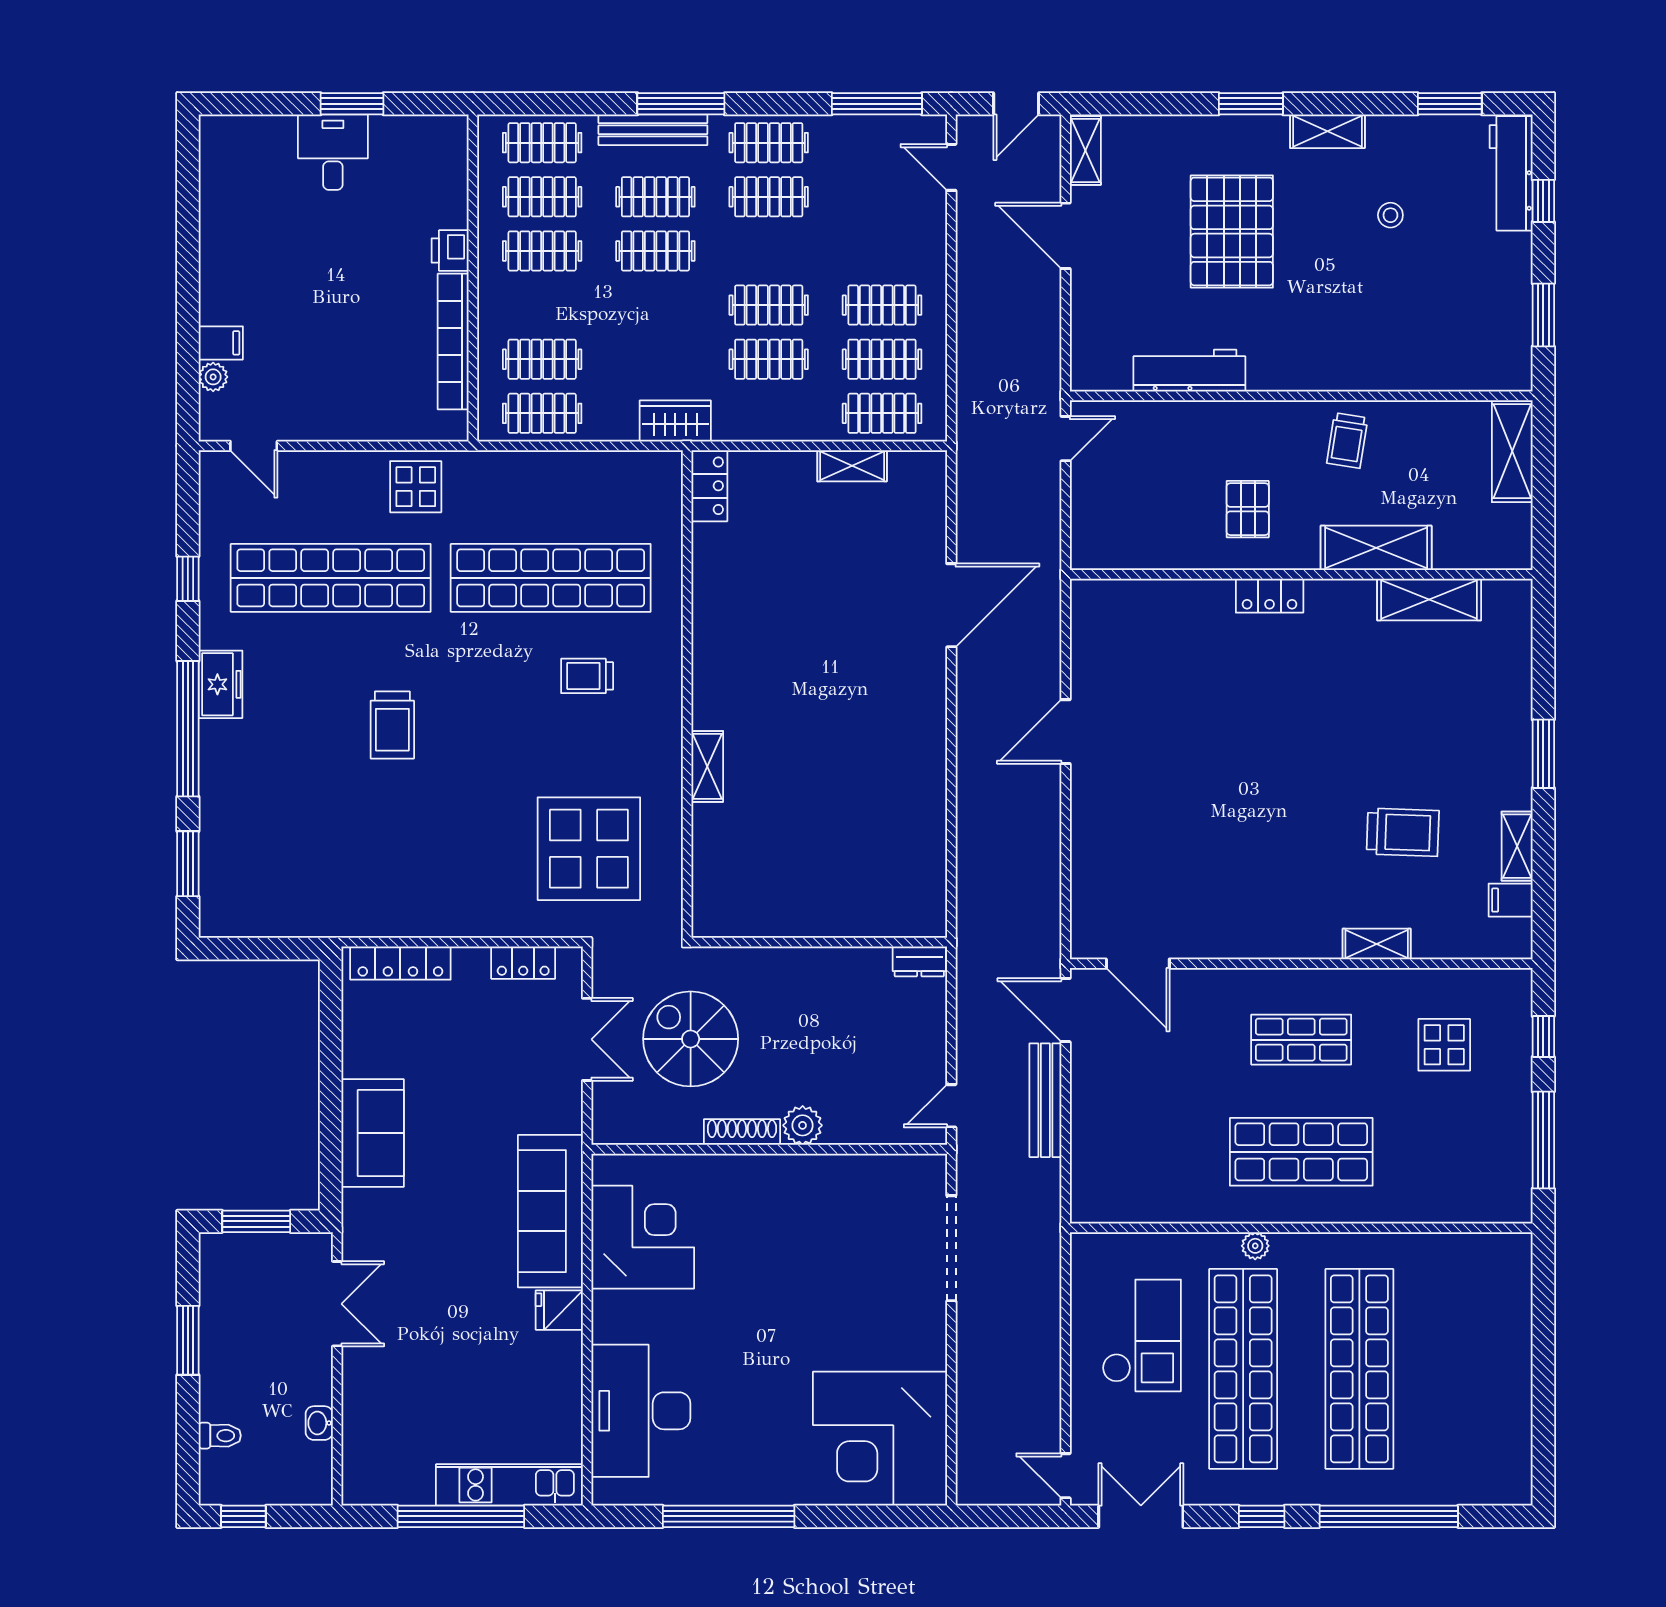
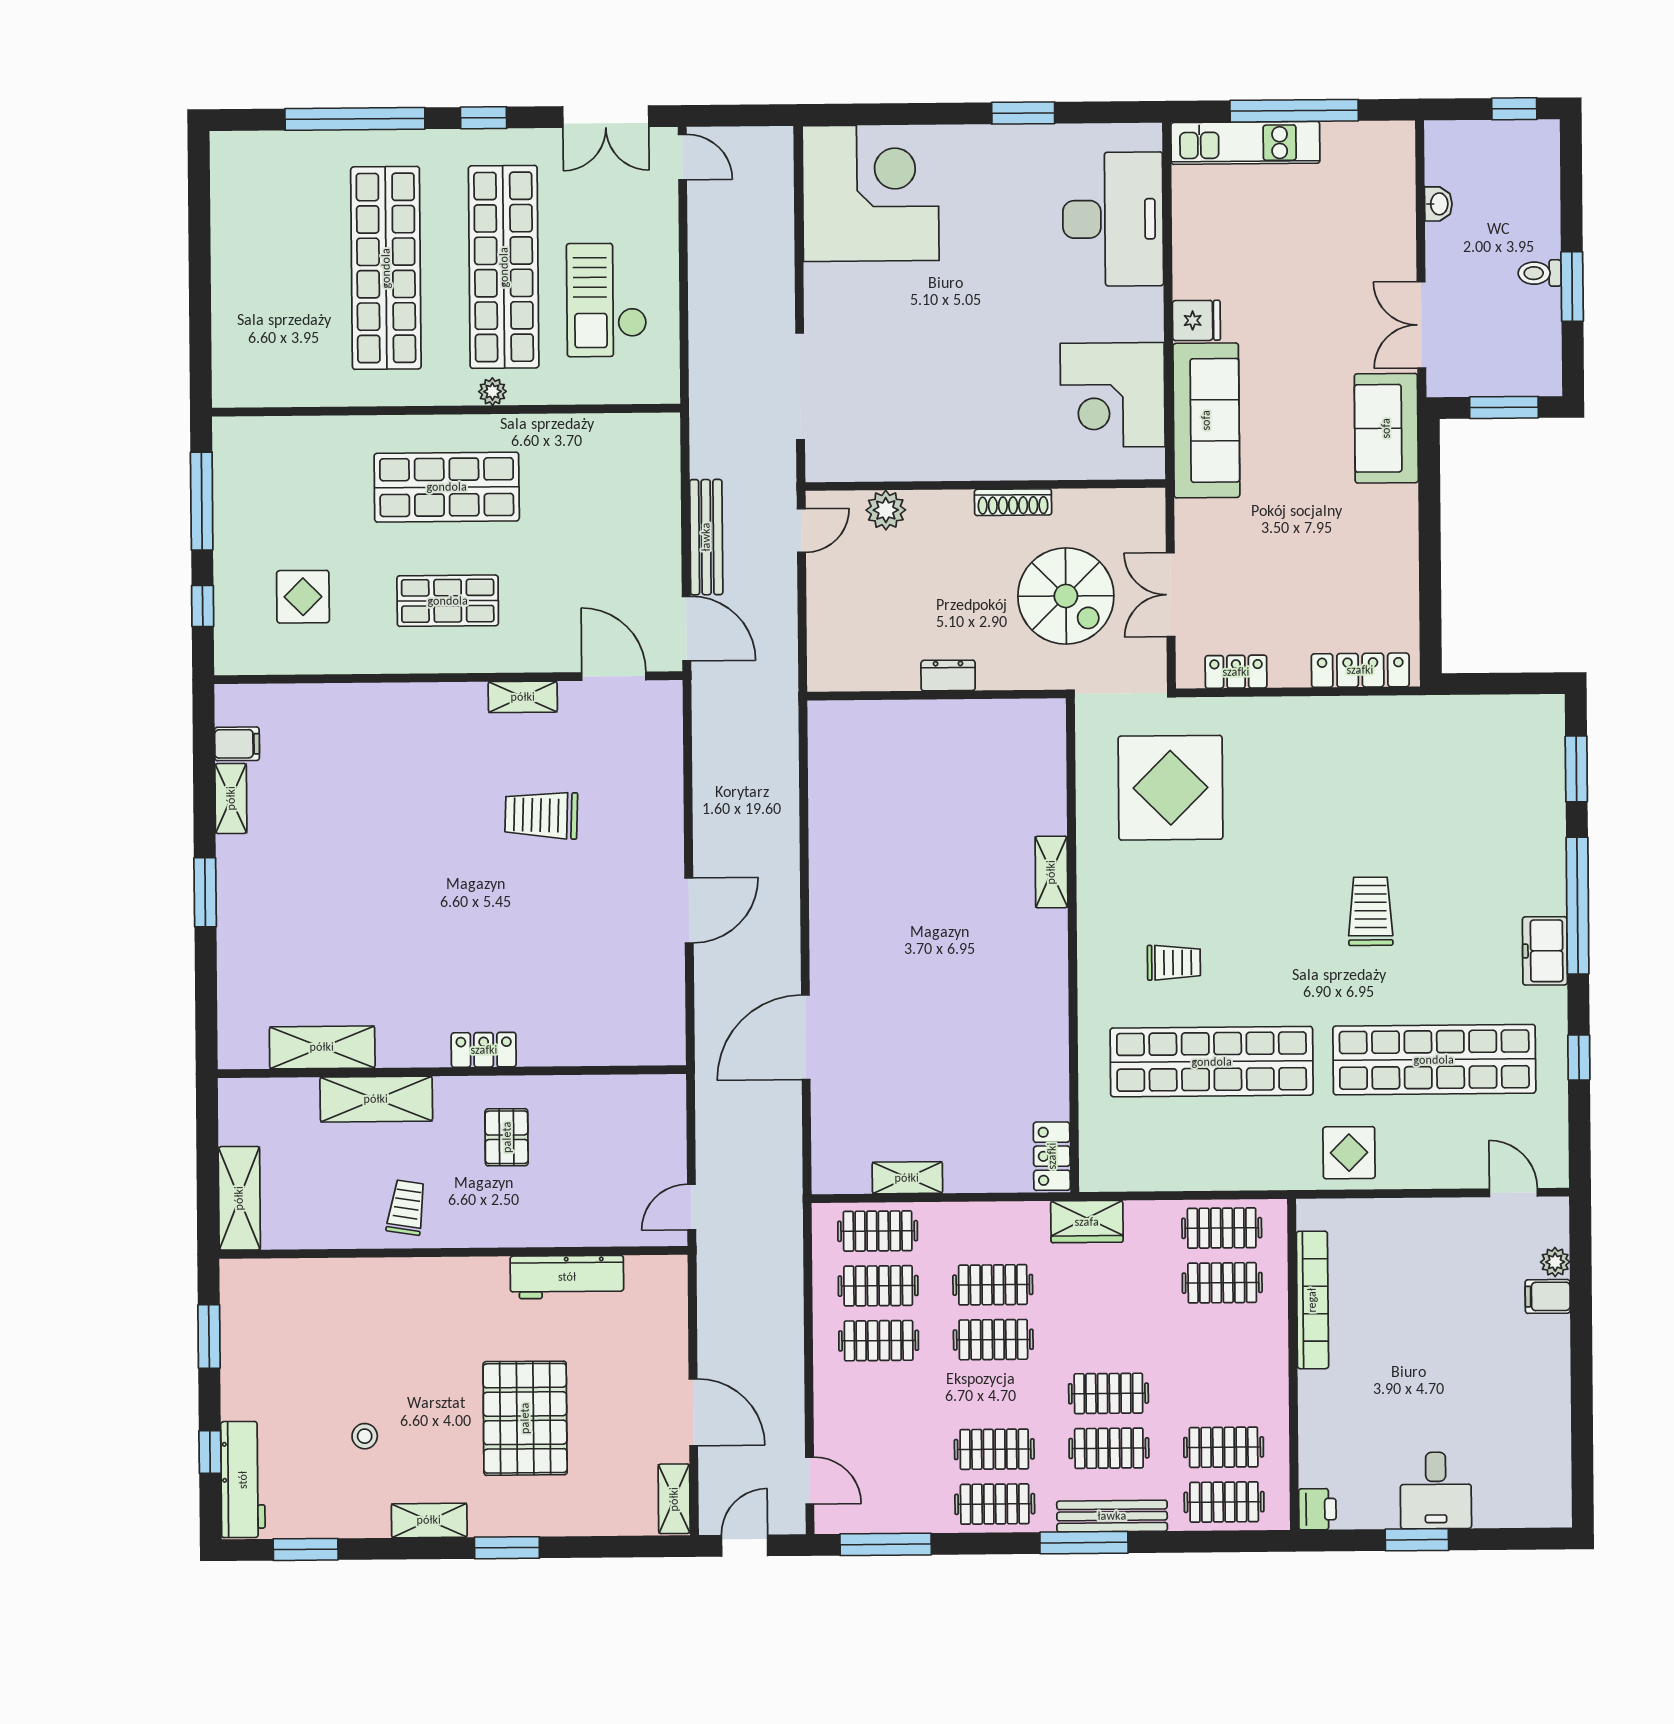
printer: (450, 250) -> (1317, 1509), moved
clothes rail: (542, 251) -> (1223, 1392), removed
trolley: (1403, 832) -> (541, 815), moved
shelving: (1377, 944) -> (523, 697), moved
dresser: (919, 961) -> (948, 675), moved
plant: (803, 1125) -> (886, 510), moved
sofa: (373, 1133) -> (1386, 428), moved
toilet: (220, 1436) -> (1540, 273), moved
window: (729, 1516) -> (1023, 113), width x0.47

